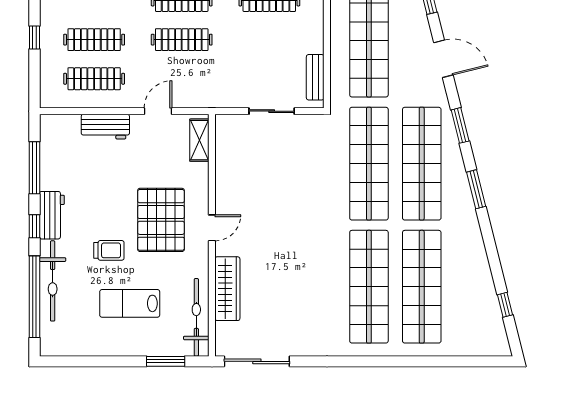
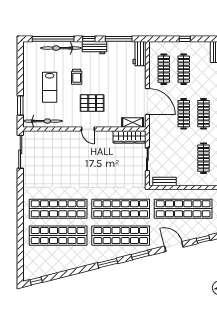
door: (443, 59) -> (174, 247), swing flipped
door: (158, 111) -> (147, 102), width x1.87
workbench: (105, 127) -> (139, 54), moved
pallet: (161, 220) -> (92, 103), width x0.73, depth x0.71
wardrobe: (227, 289) -> (129, 137), moved
lab bench: (130, 303) -> (50, 87), turned 180
window: (505, 305) -> (36, 281), moved

